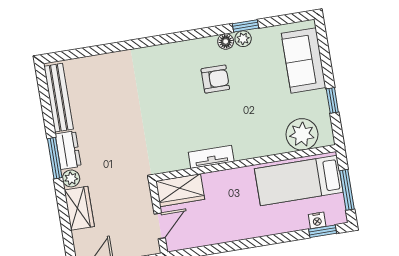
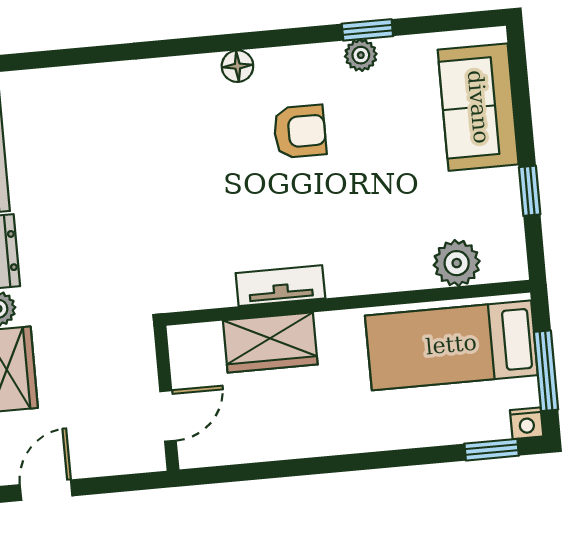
floor lamp: (226, 41) -> (237, 66), moved
plant: (302, 134) -> (457, 263), width x0.73, depth x0.73
wardrobe: (180, 190) -> (270, 342), moved
nightstand: (317, 220) -> (527, 423), moved

